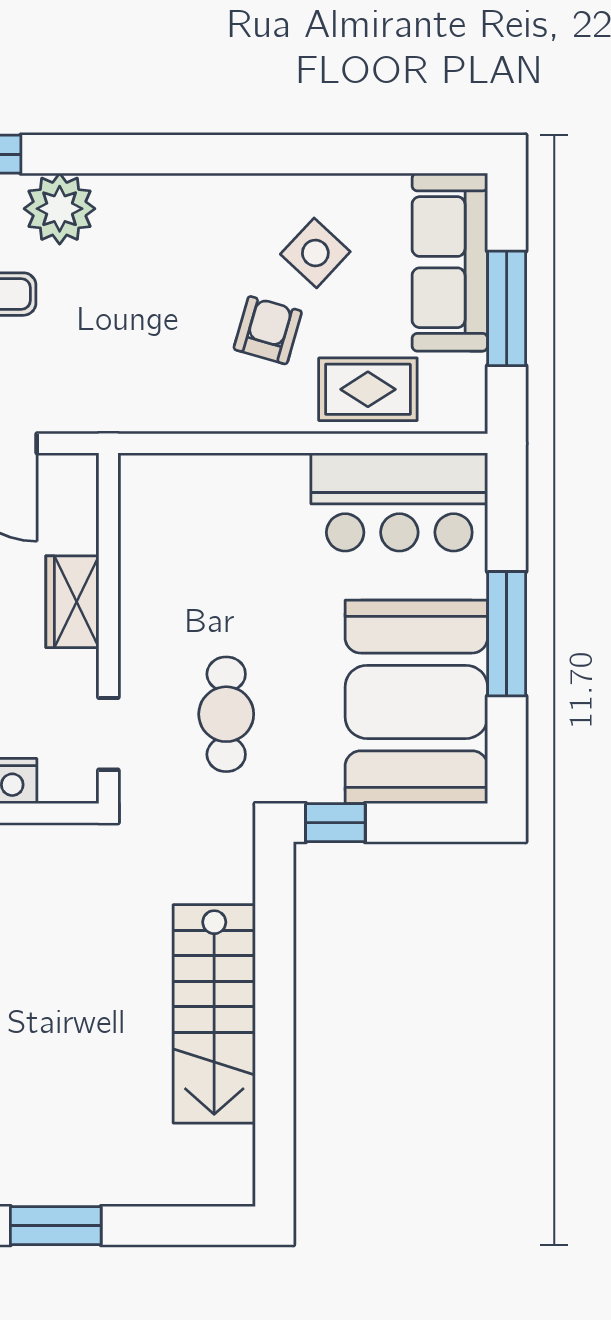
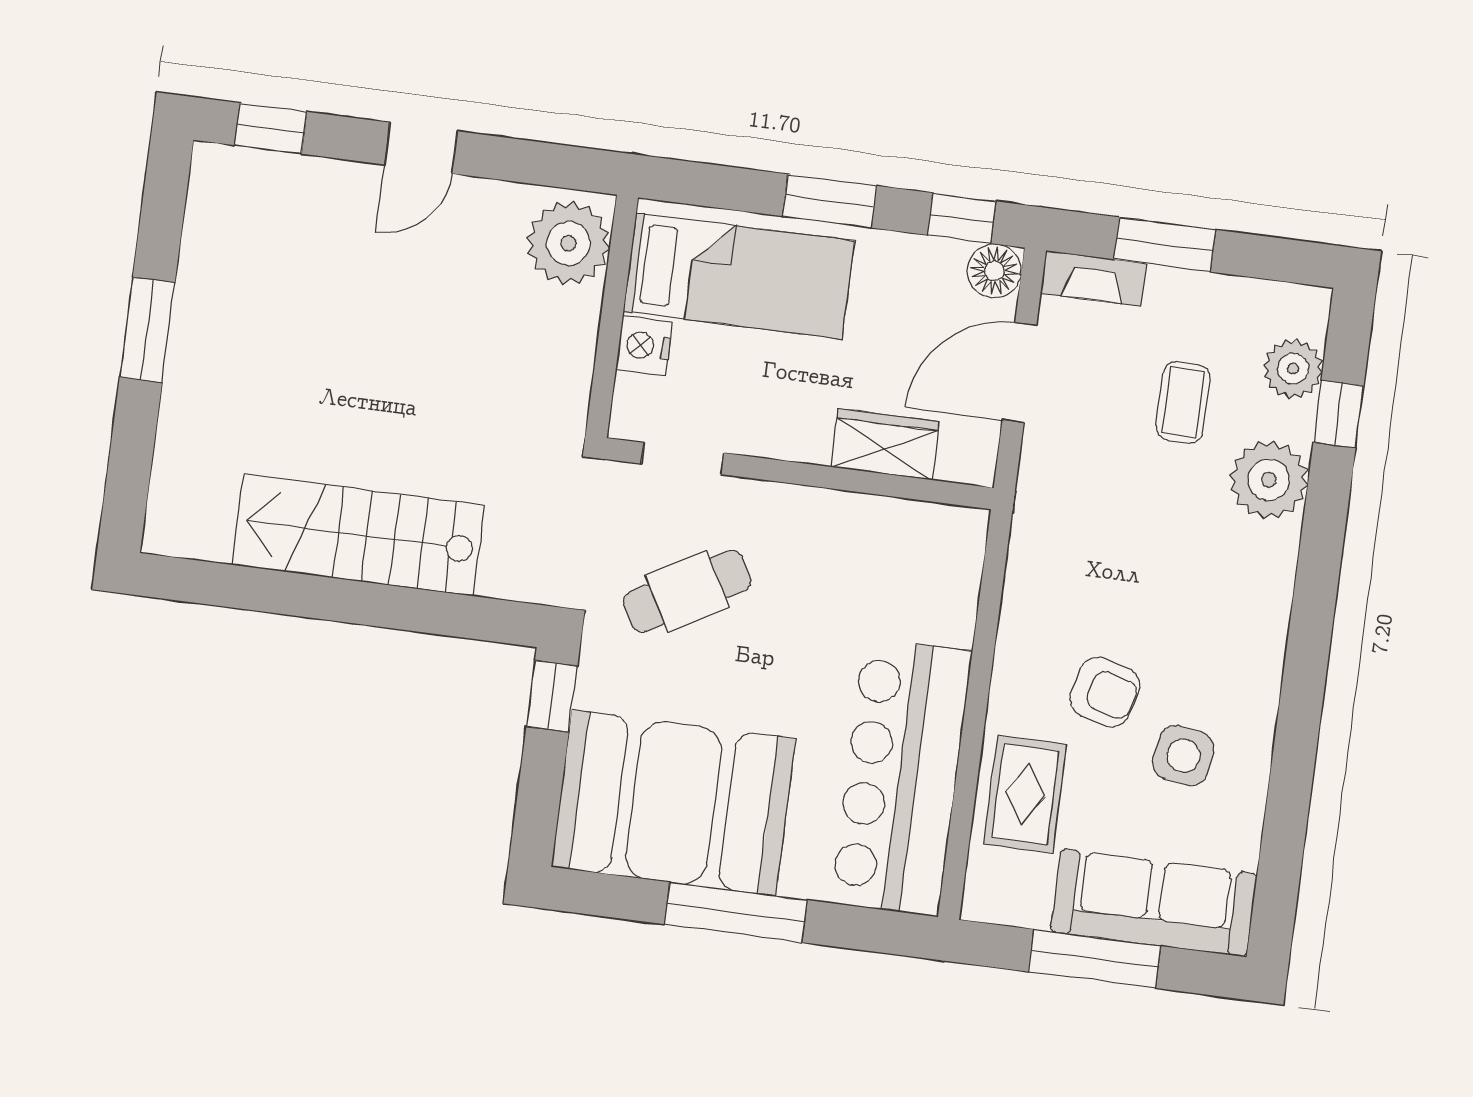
side table: (315, 253) -> (1183, 756), turned -34
bar counter: (399, 502) -> (901, 777), width x1.36
wardrobe: (72, 602) -> (885, 444), moved
cafe table: (226, 714) -> (687, 591), turned -30

